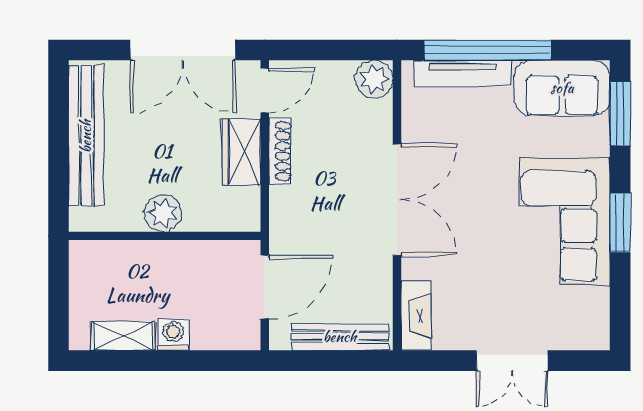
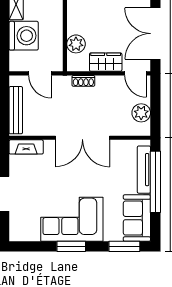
plant: (374, 79) -> (141, 113), moved
shoe rack: (280, 151) -> (83, 81), moved, width x0.70
plant: (163, 213) -> (76, 44), moved
door: (265, 287) -> (40, 73), width x0.73
washing machine: (173, 335) -> (24, 36), width x1.89, depth x1.89

